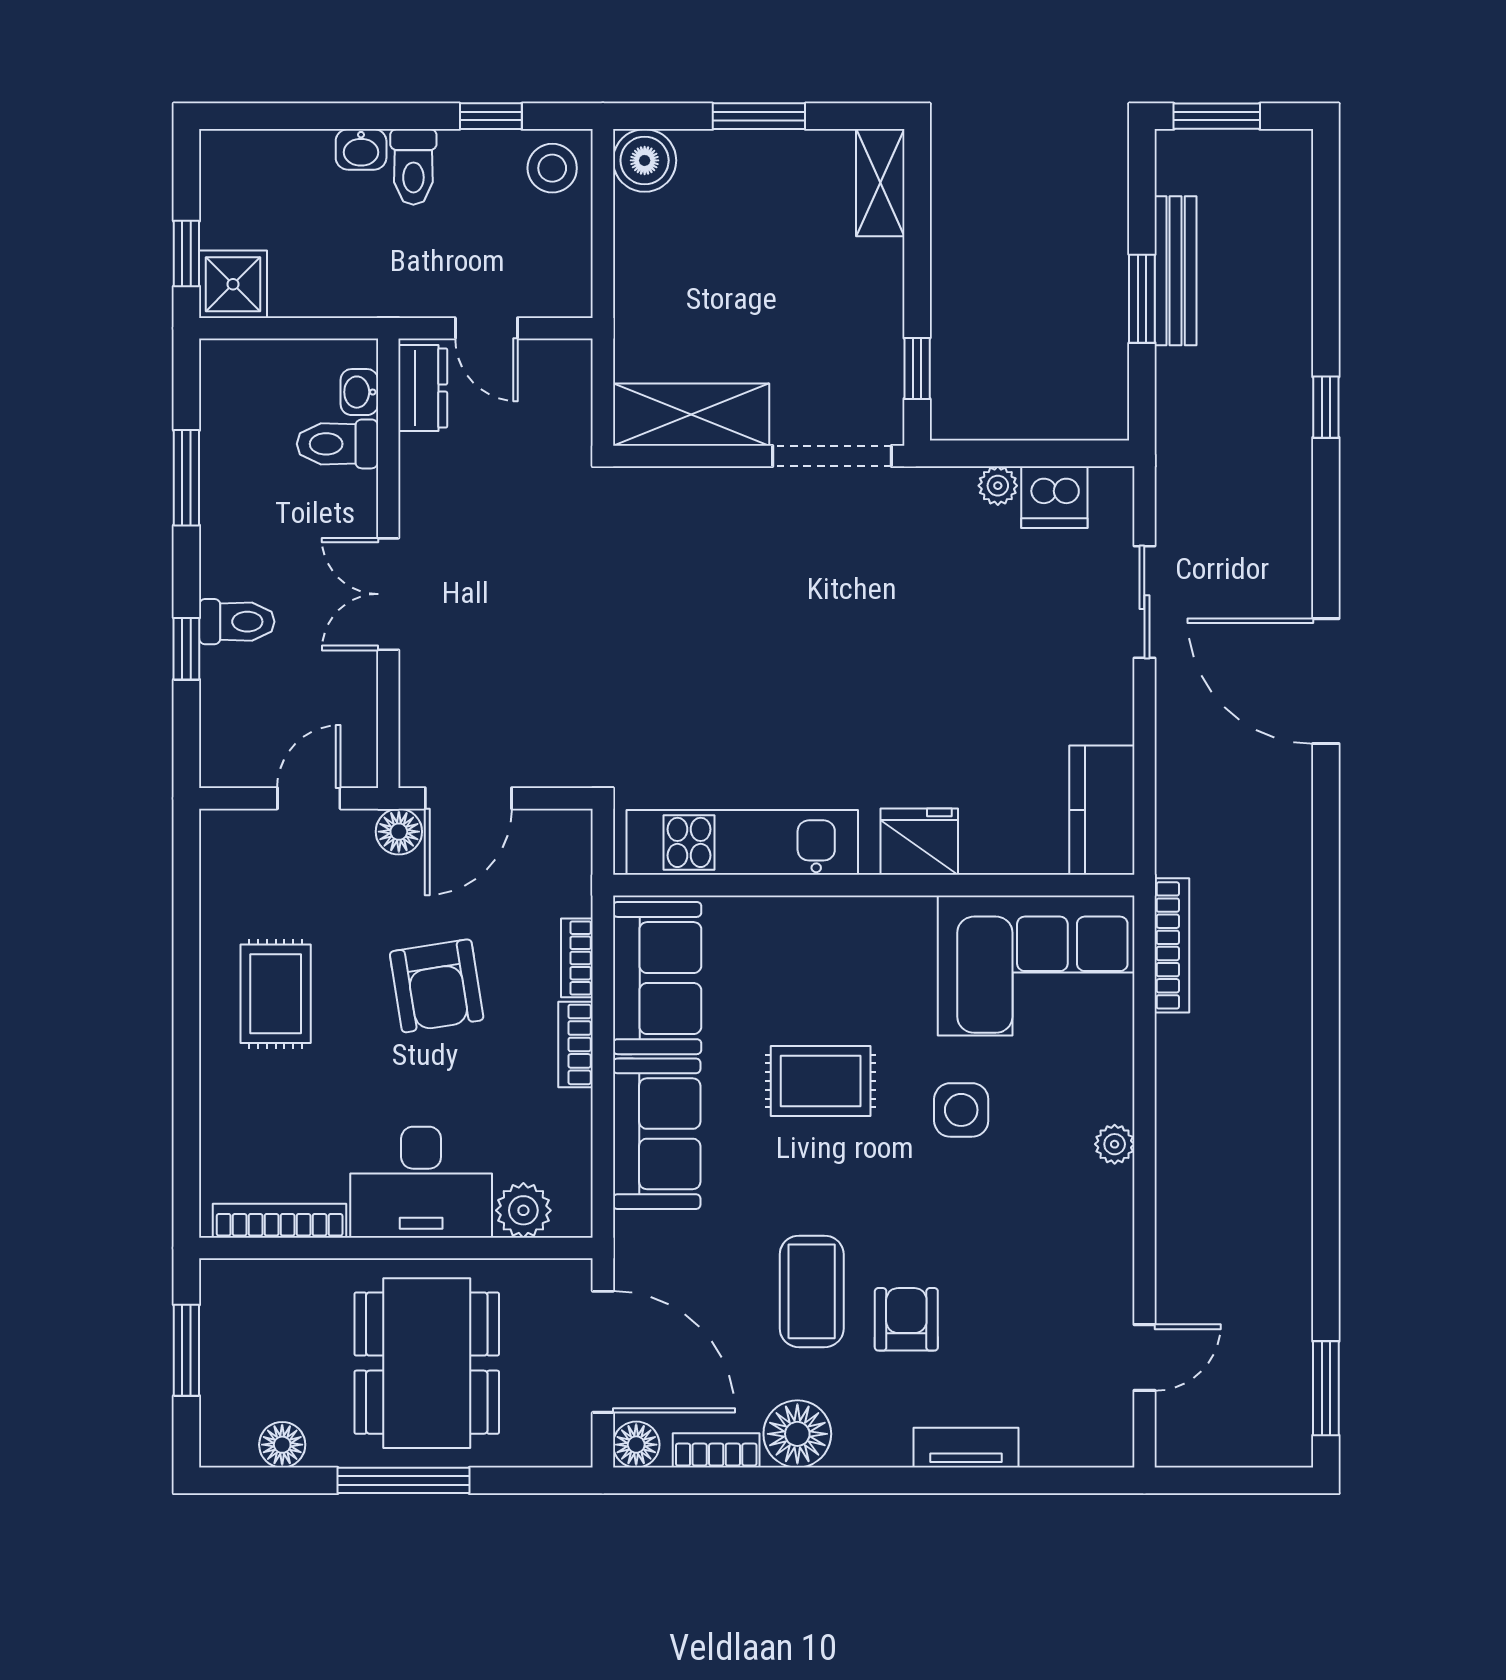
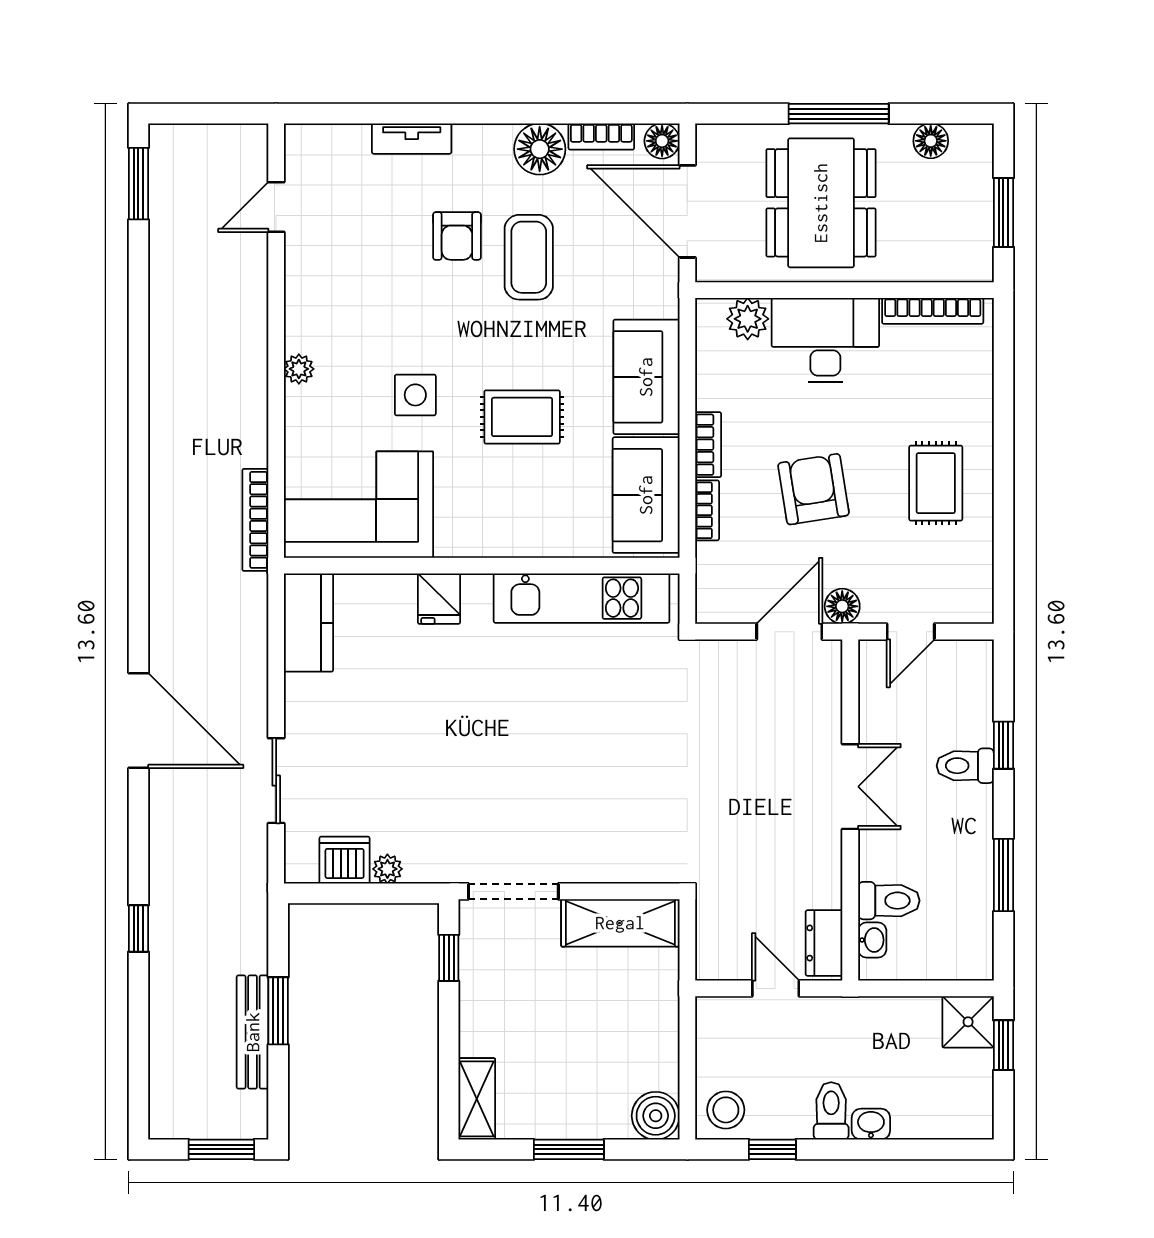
fridge: (919, 842) -> (439, 599), width x0.72

